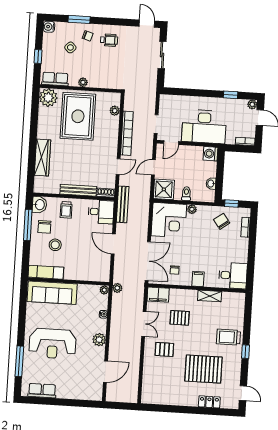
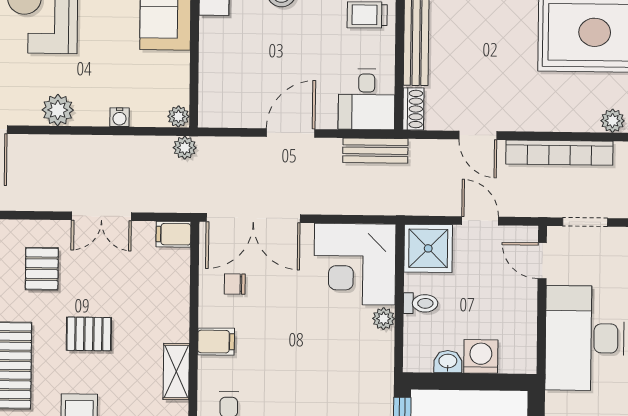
washing machine: (210, 154) -> (481, 356), moved
bench: (123, 204) -> (375, 151), width x0.73
chair: (222, 221) -> (358, 392), removed
filing cabinet: (158, 295) -> (173, 234), width x0.50
pallet: (180, 318) -> (89, 334), moved, turned 90

